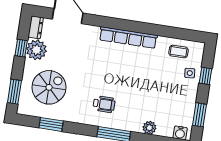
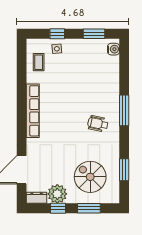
window: (14, 92) -> (89, 208), moved
wheelchair: (104, 104) -> (98, 124), turned -78
plant: (149, 128) -> (113, 78), removed

